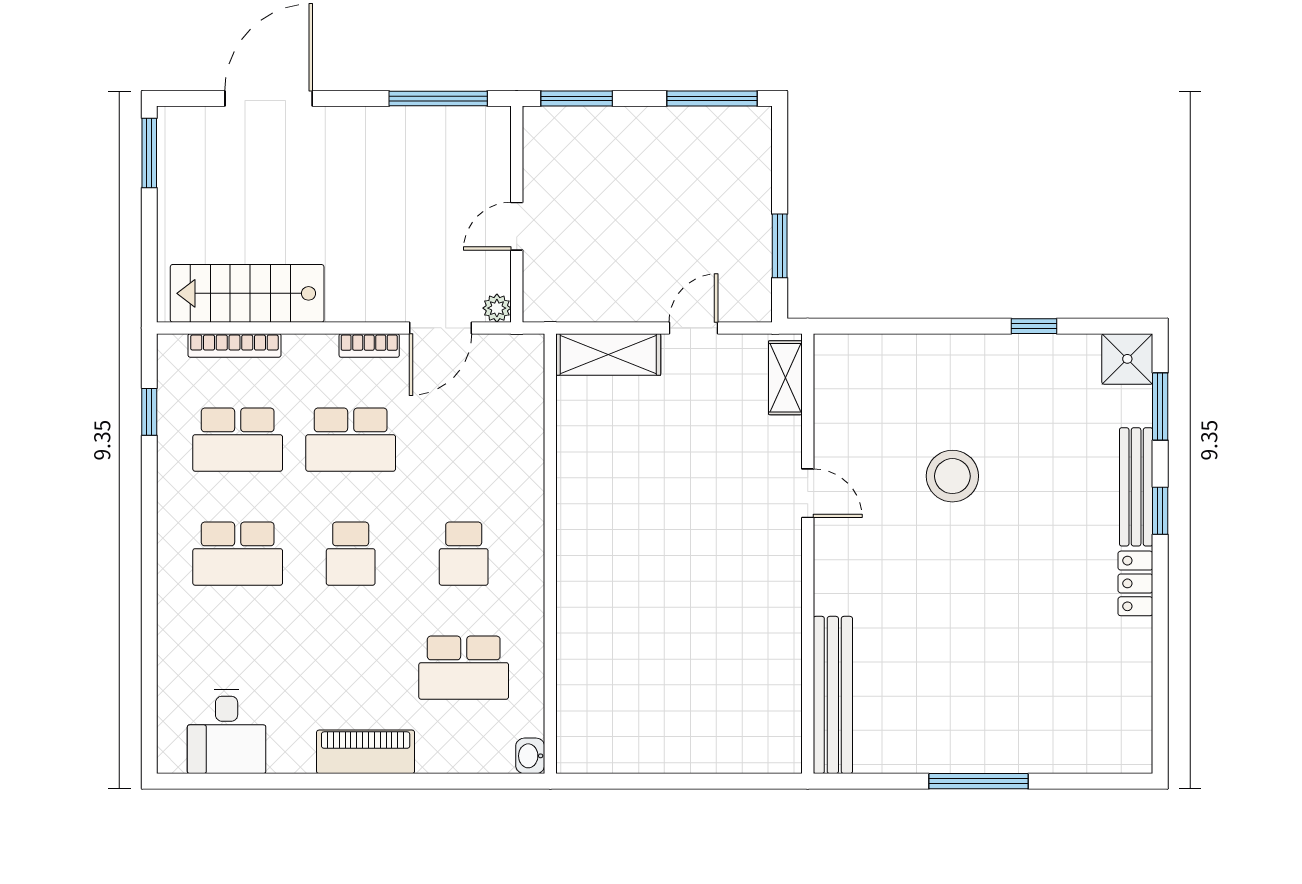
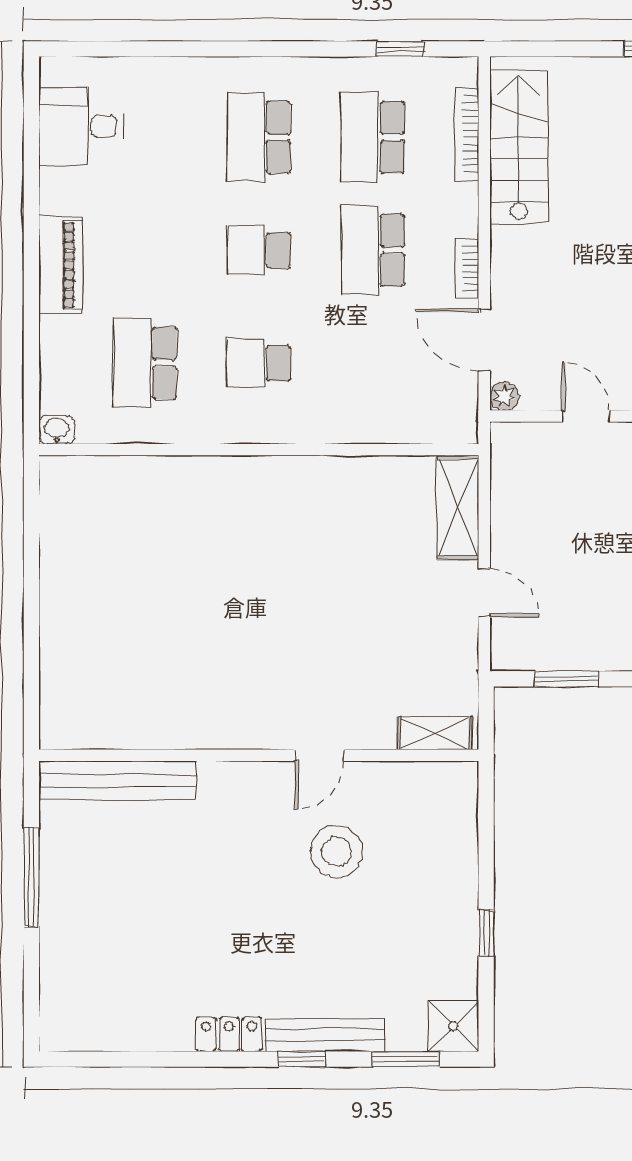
shelving: (785, 378) -> (435, 733), moved
door: (808, 493) -> (319, 755), moved
wall: (808, 554) -> (259, 755), moved
bench: (833, 695) -> (118, 780), moved

